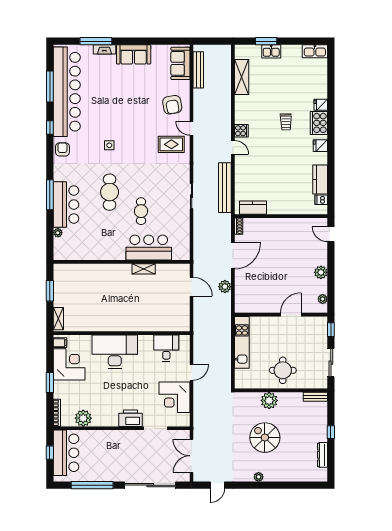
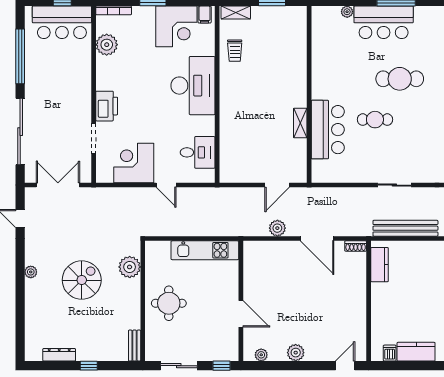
trolley: (88, 319) -> (235, 51), added
plant: (269, 401) -> (130, 267), moved

